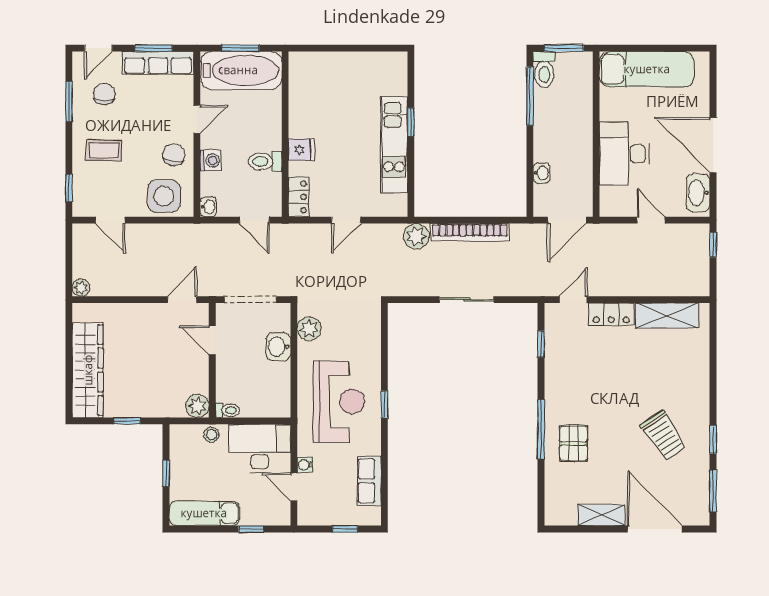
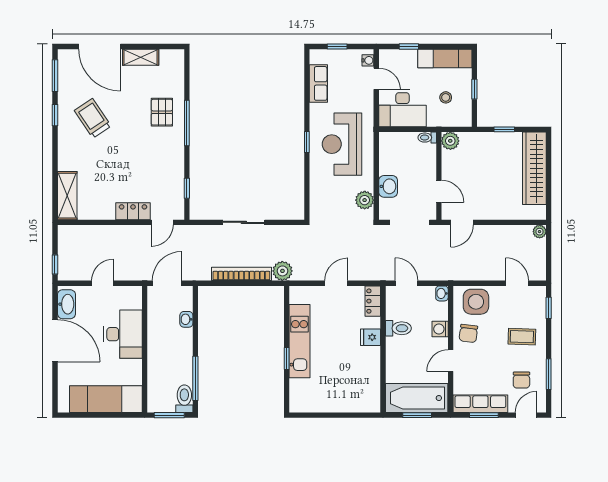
door: (651, 220) -> (103, 283), swing flipped
shelving: (667, 316) -> (67, 196), moved, turned 90
stool: (212, 435) -> (446, 97), moved
water cooler: (305, 465) -> (368, 60), moved

